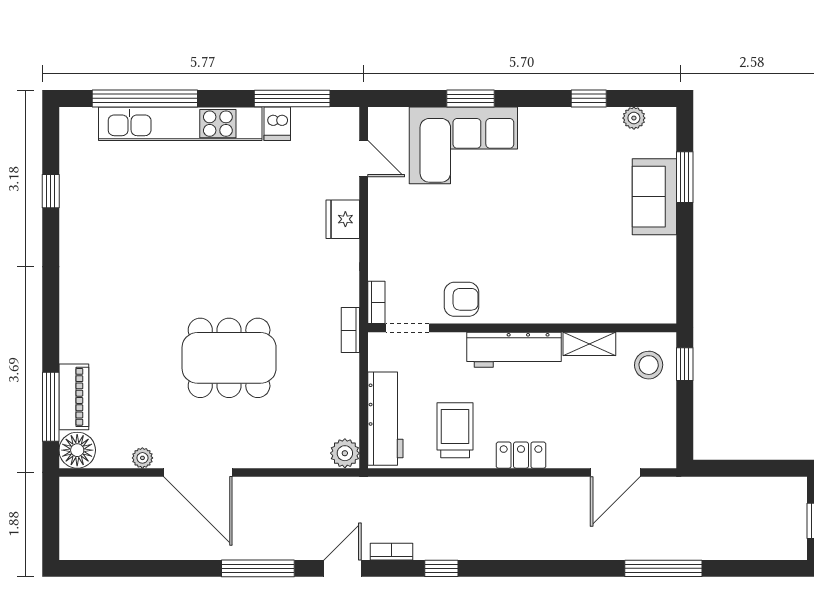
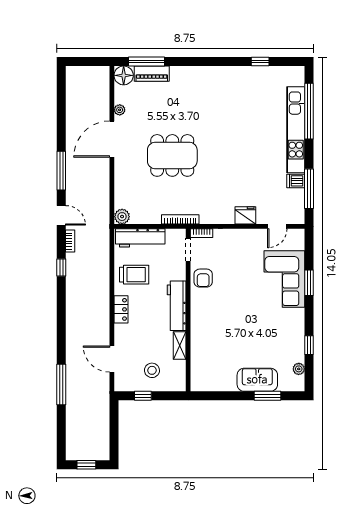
bookcase: (350, 330) -> (180, 219), width x1.56
dining table: (229, 358) -> (172, 155), turned 90
window: (685, 364) -> (143, 396), moved
stool: (649, 365) -> (152, 370), moved

